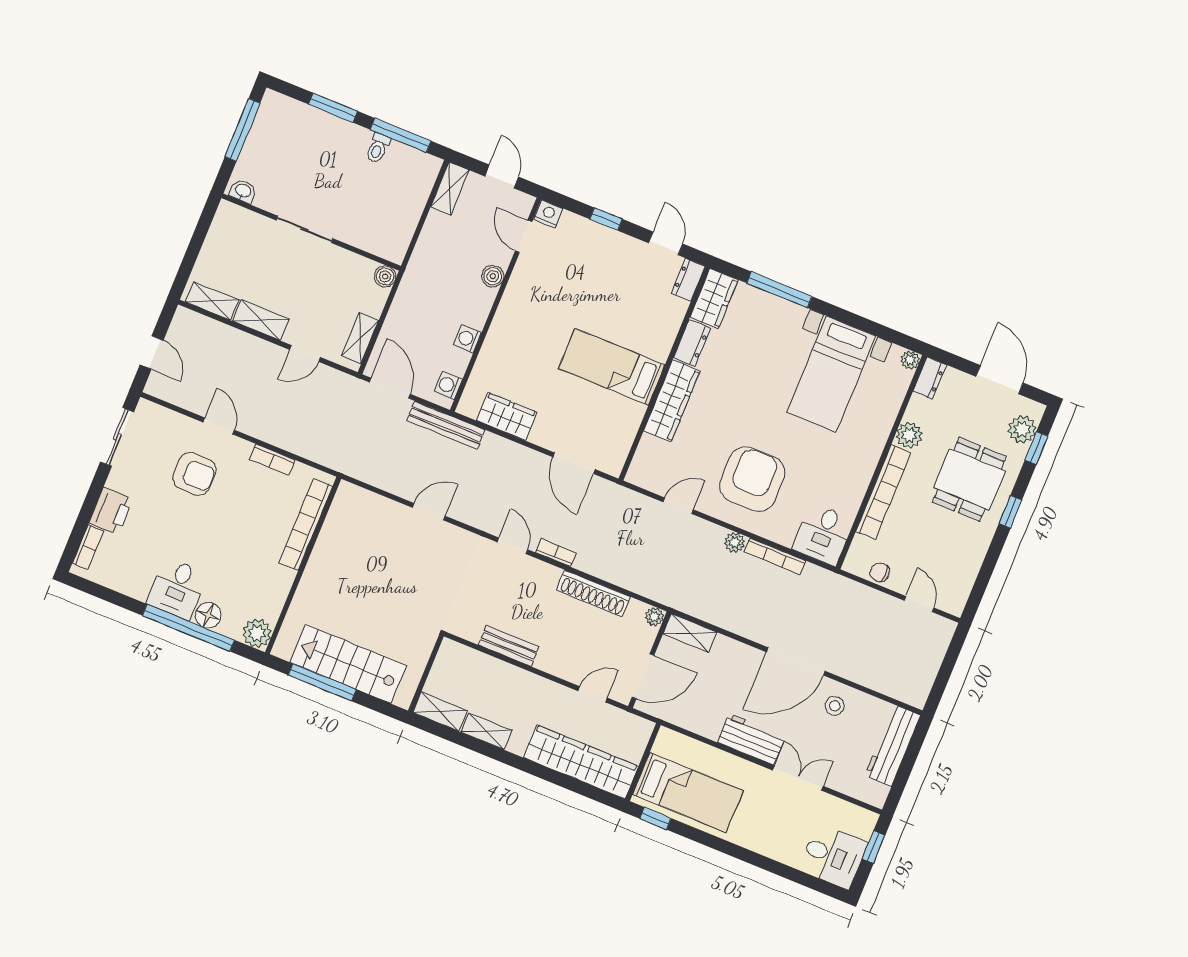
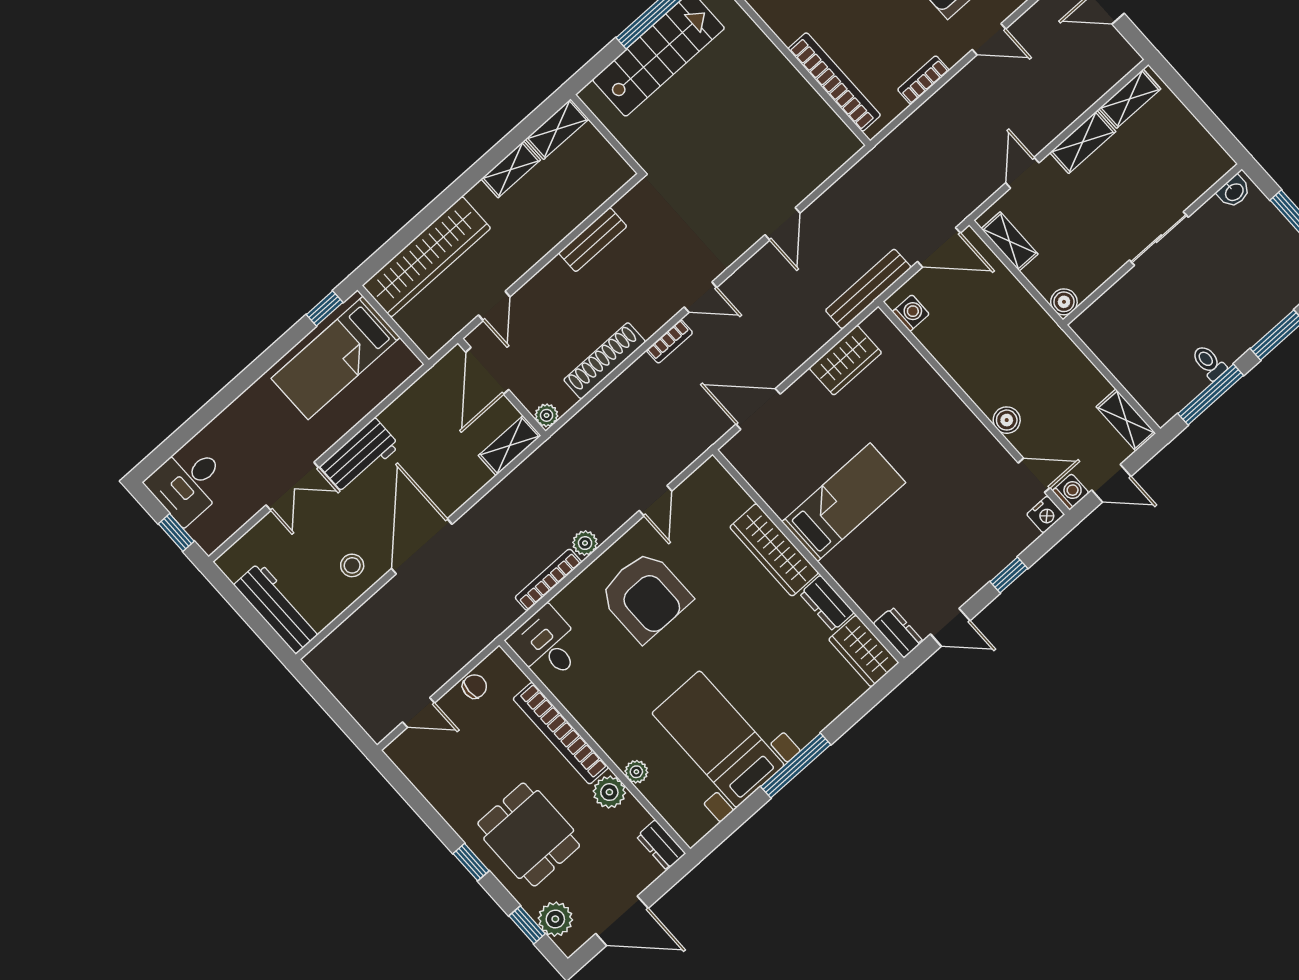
window: (779, 290) -> (796, 766), moved
washing machine: (467, 339) -> (1071, 492), moved
plant: (910, 360) -> (636, 772), moved

